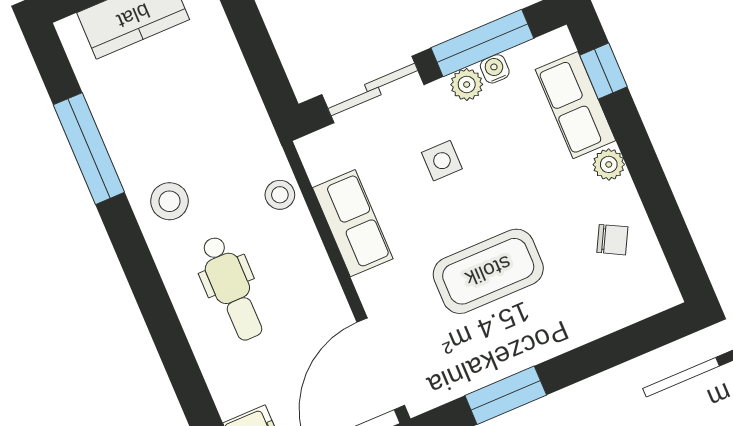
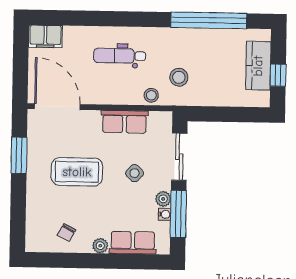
window: (604, 71) -> (142, 262), removed
window: (89, 149) -> (209, 20), width x1.46
side table: (442, 161) -> (135, 173), turned 45
stool: (169, 201) -> (179, 77), moved
coffee table: (488, 271) -> (77, 172), turned 90

